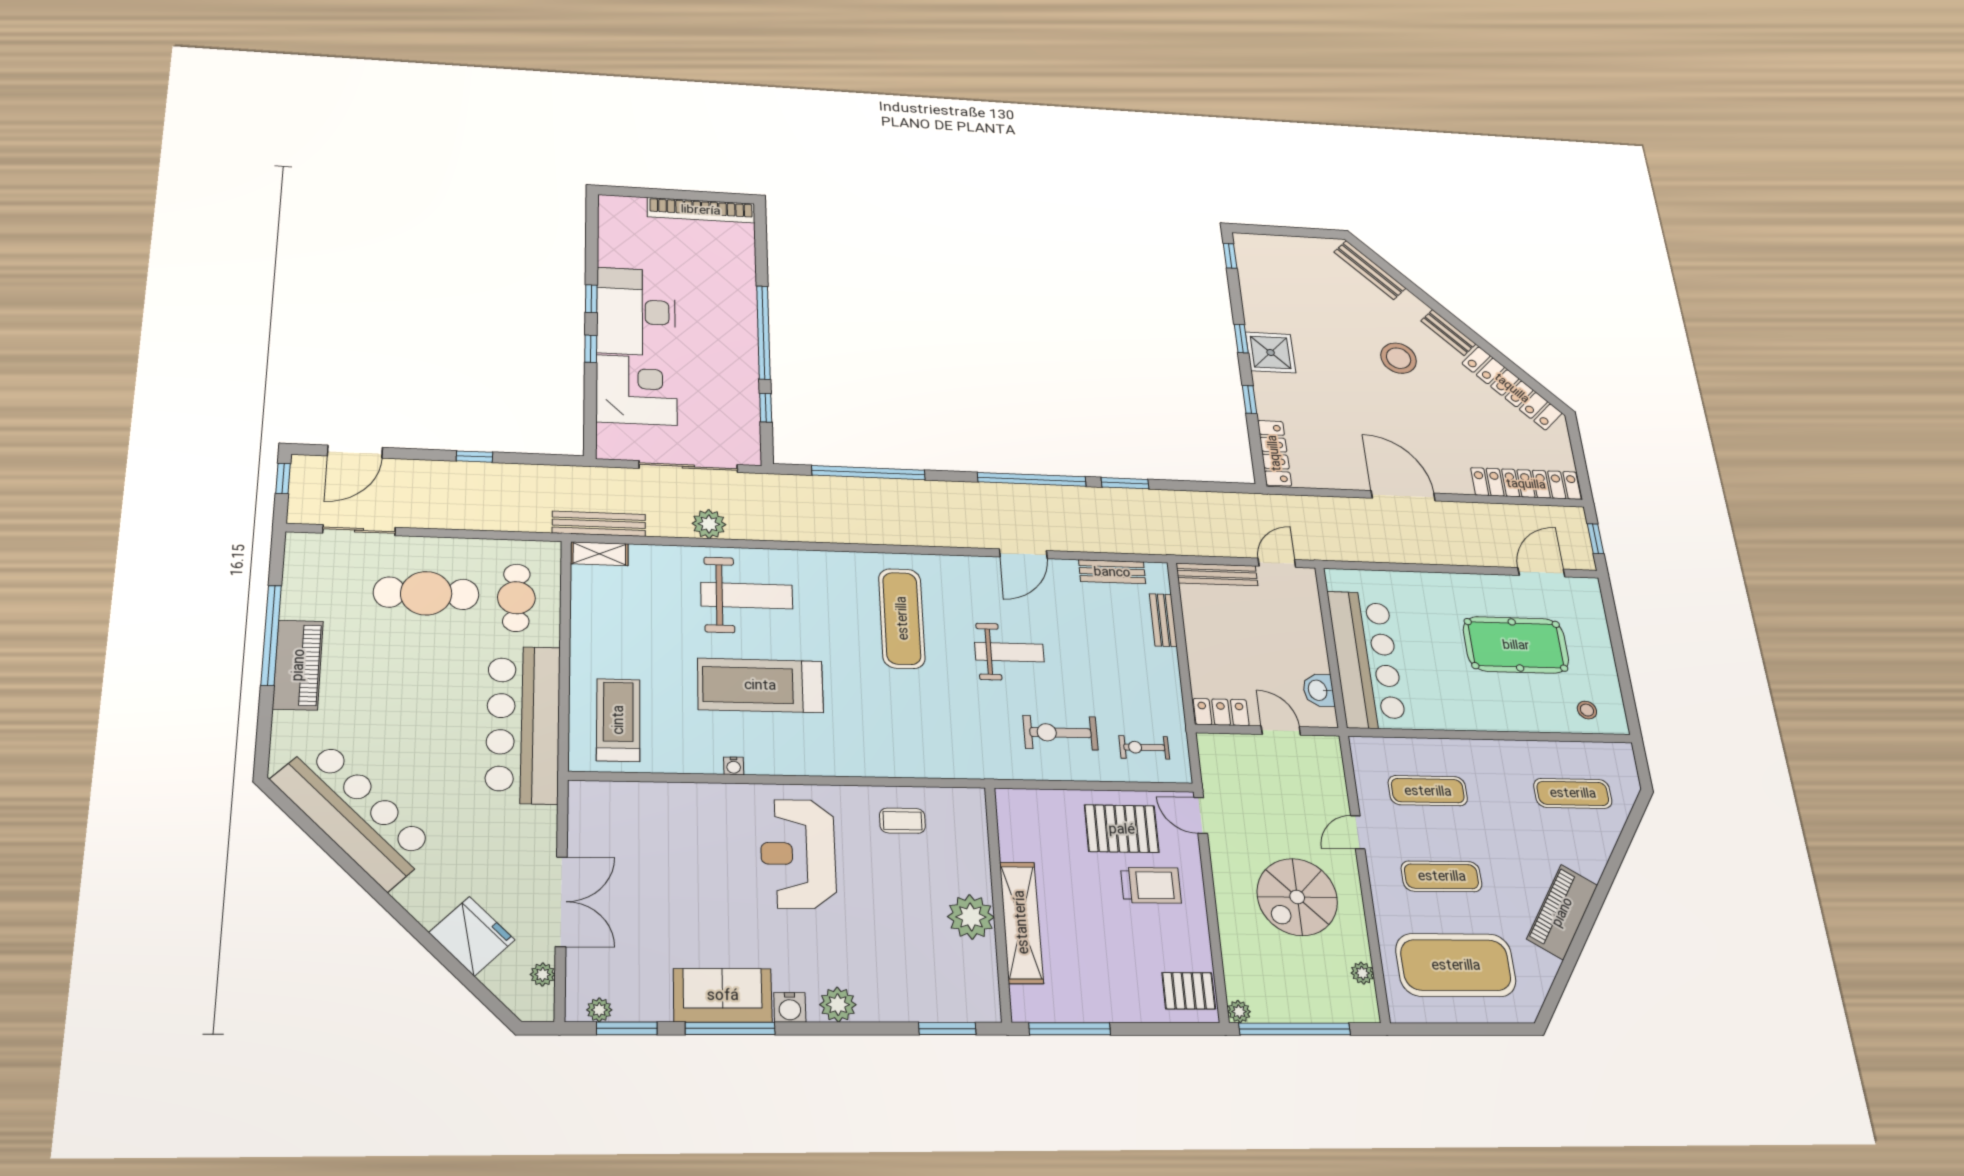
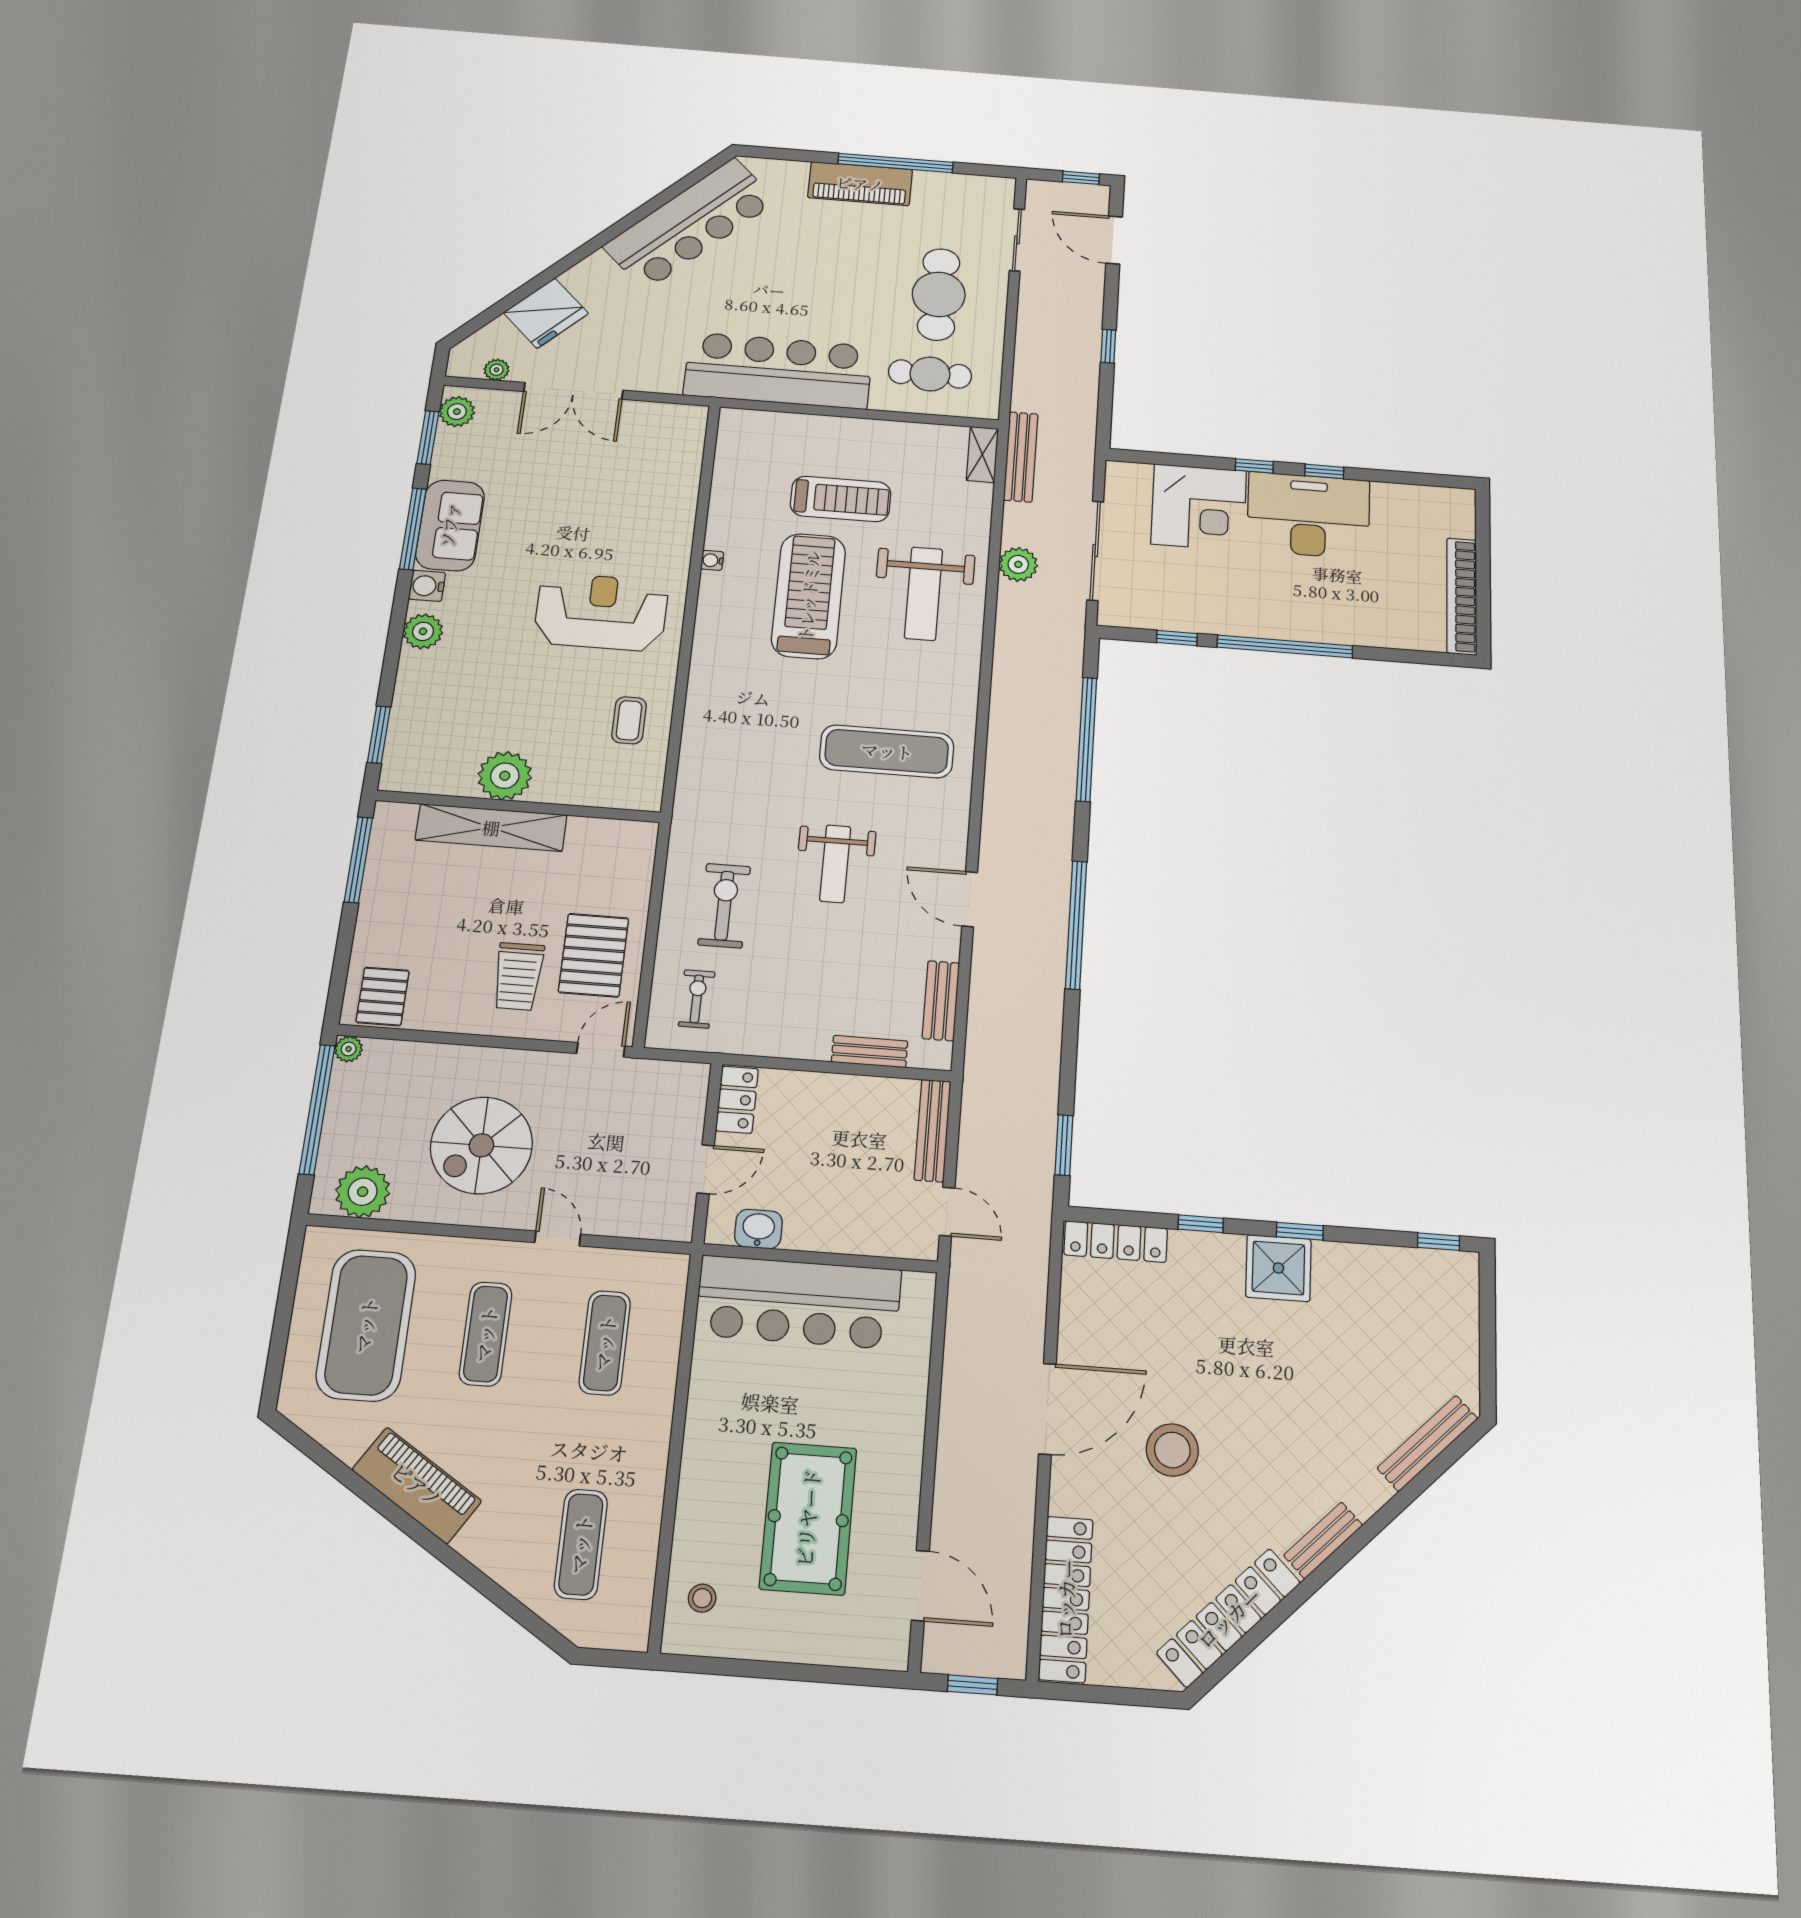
stool: (1399, 358) -> (1172, 1450), moved
window: (1125, 483) -> (1064, 1145), moved
treadmill: (618, 720) -> (841, 499), moved
spiral stairs: (1297, 897) -> (481, 1145), turned -90
plant: (1362, 973) -> (363, 1192), width x1.88, depth x1.88
plant: (599, 1010) -> (457, 412), width x1.38, depth x1.38

